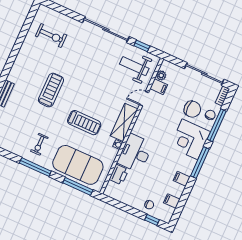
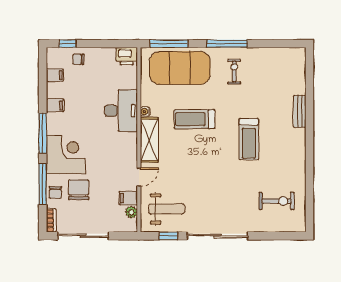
exercise bike: (51, 36) -> (277, 201), turned 180
chair: (192, 109) -> (79, 190), turned 90
printer: (119, 175) -> (127, 56), moved, turned -90

